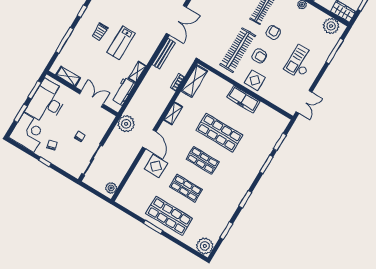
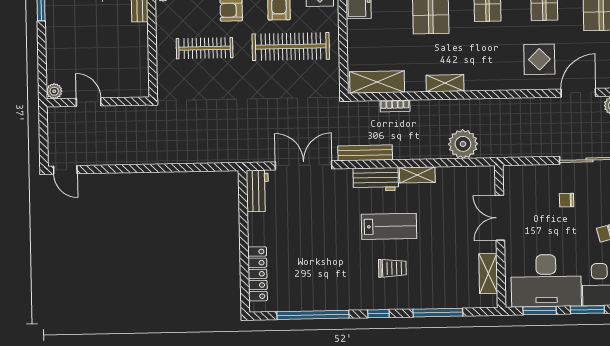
workbench: (123, 91) -> (376, 179), moved
plant: (126, 124) -> (463, 144), moved
door: (149, 139) -> (578, 93), moved

